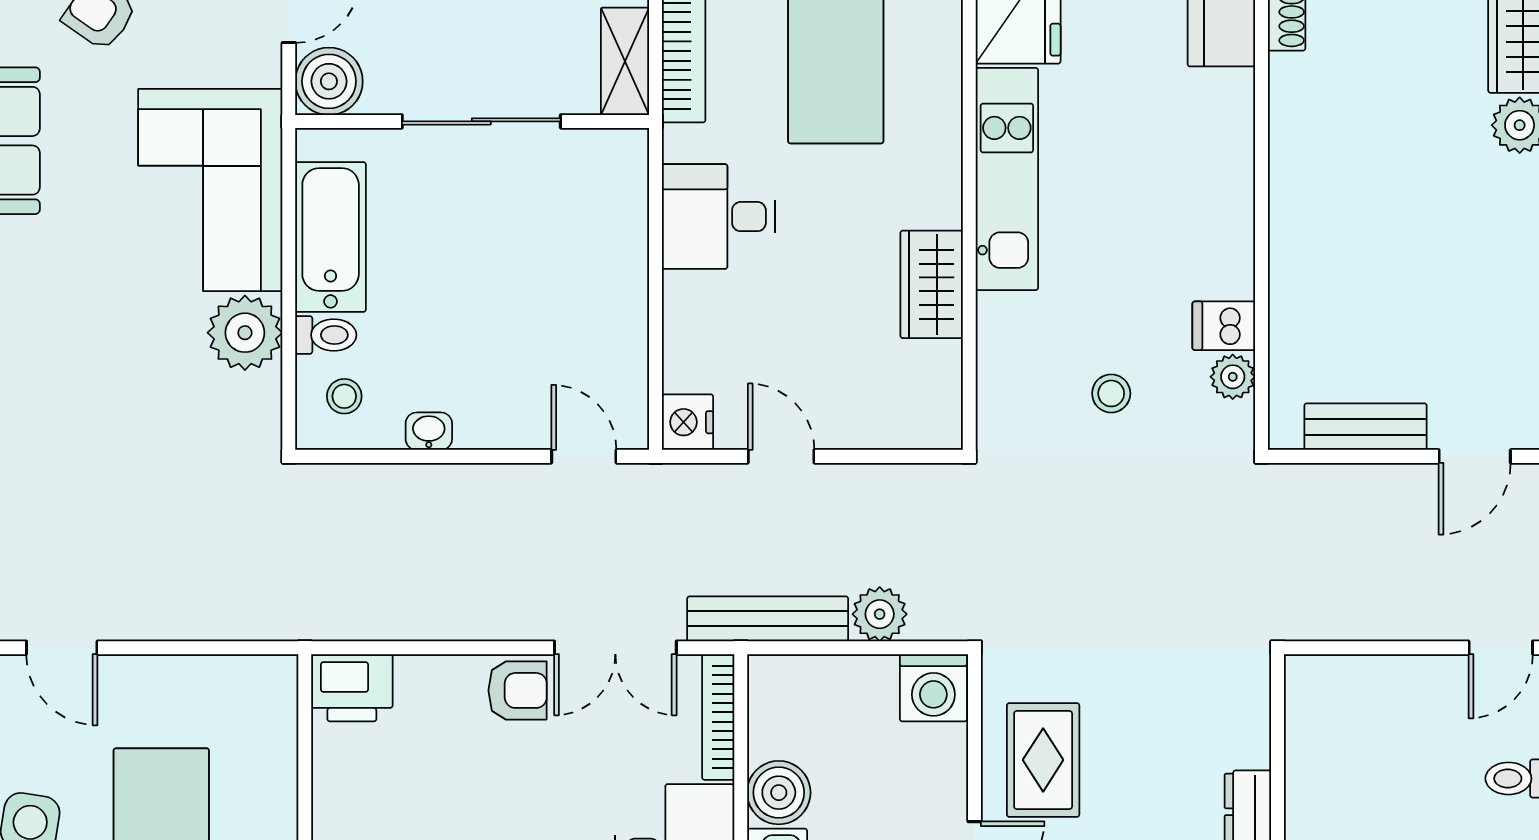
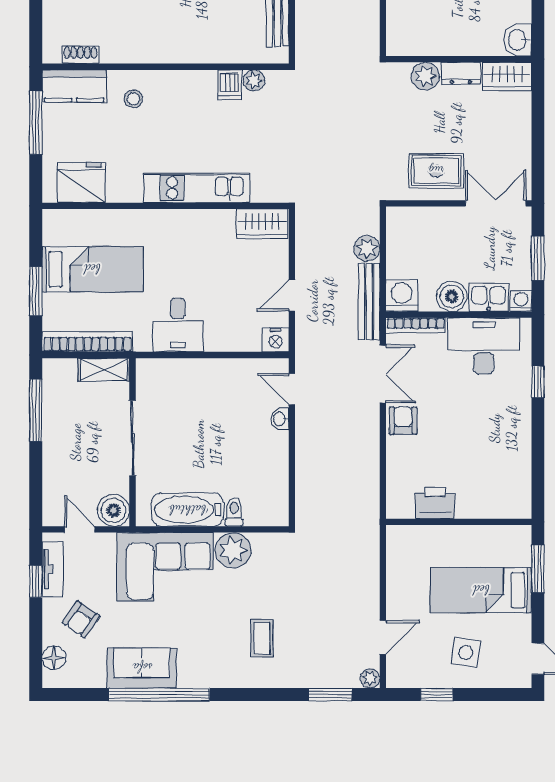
kitchen unit: (1007, 179) -> (196, 188), moved
wardrobe: (932, 284) -> (262, 224), moved
coffee table: (60, 393) -> (262, 638), added
stool: (1111, 393) -> (133, 99), moved
stool: (344, 396) -> (263, 503), removed
washbasin: (429, 431) -> (280, 419), moved
door: (584, 456) -> (292, 389), hinge flipped
printer: (352, 688) -> (435, 503), moved, turned -90
washing machine: (933, 688) -> (402, 296), moved, turned -90
plant: (1242, 737) -> (425, 76), added

